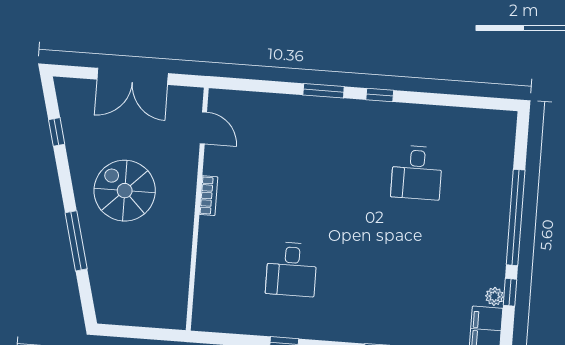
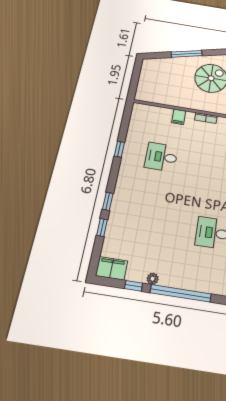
filing cabinet: (211, 245) -> (179, 117), added
plant: (494, 296) -> (153, 279), moved

